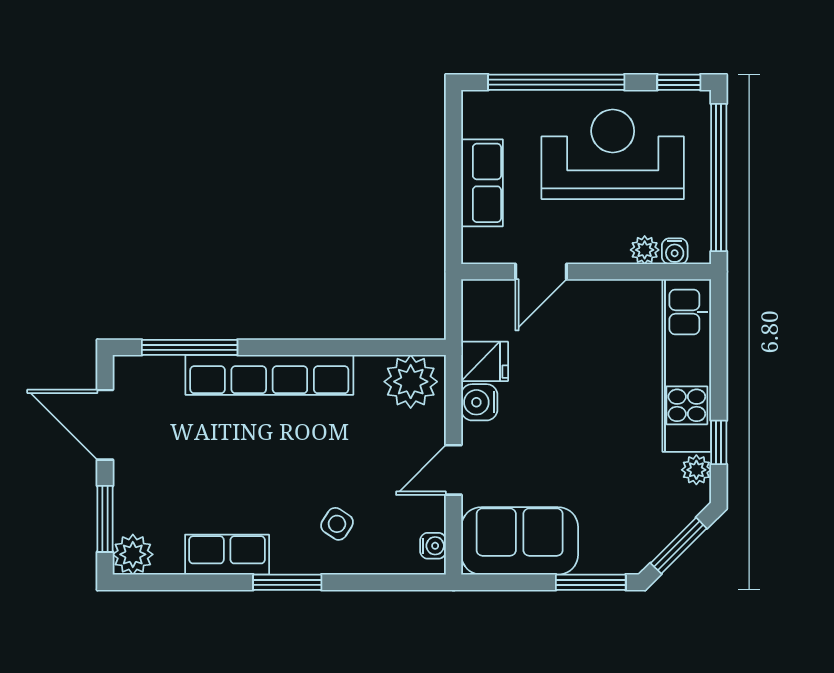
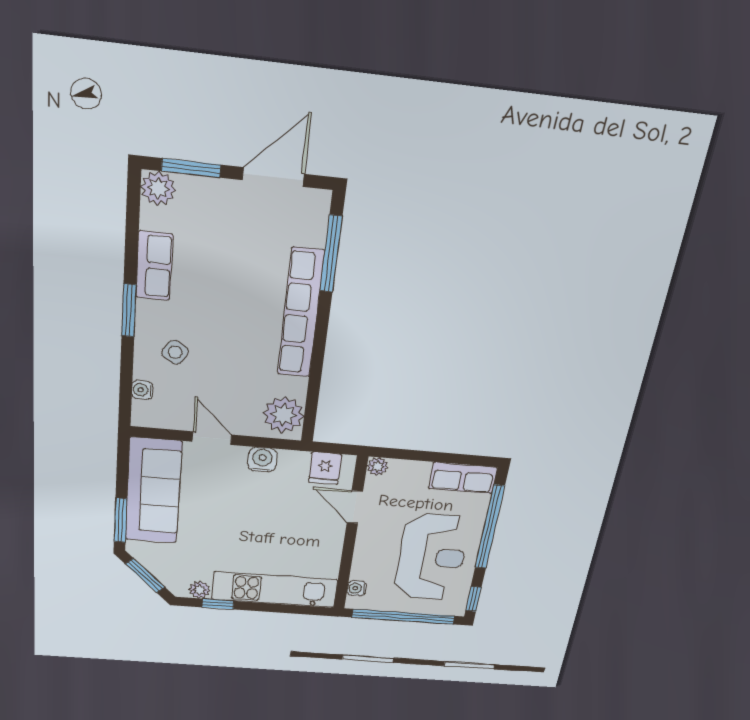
row of seats: (482, 183) -> (463, 478), moved
plant: (645, 250) -> (378, 466), moved
fridge: (485, 361) -> (325, 468), moved
sofa: (520, 541) -> (153, 491), width x1.36
water cooler: (433, 546) -> (142, 390), moved, turned 90

